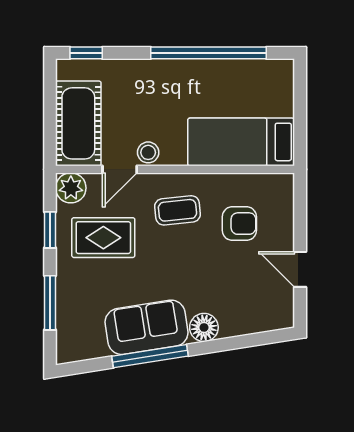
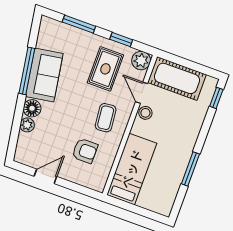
window: (208, 53) -> (190, 169), width x0.47
armchair: (239, 224) -> (85, 151), turned -90
plant: (232, 326) -> (27, 125), added

